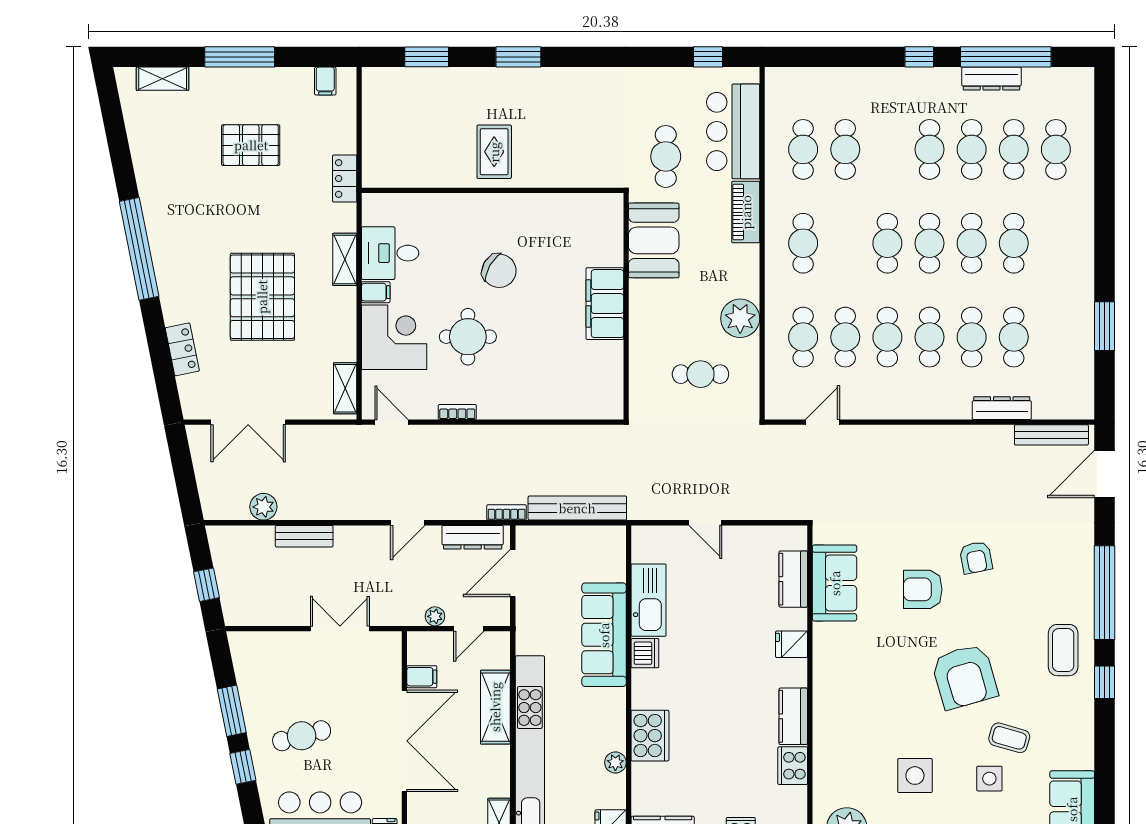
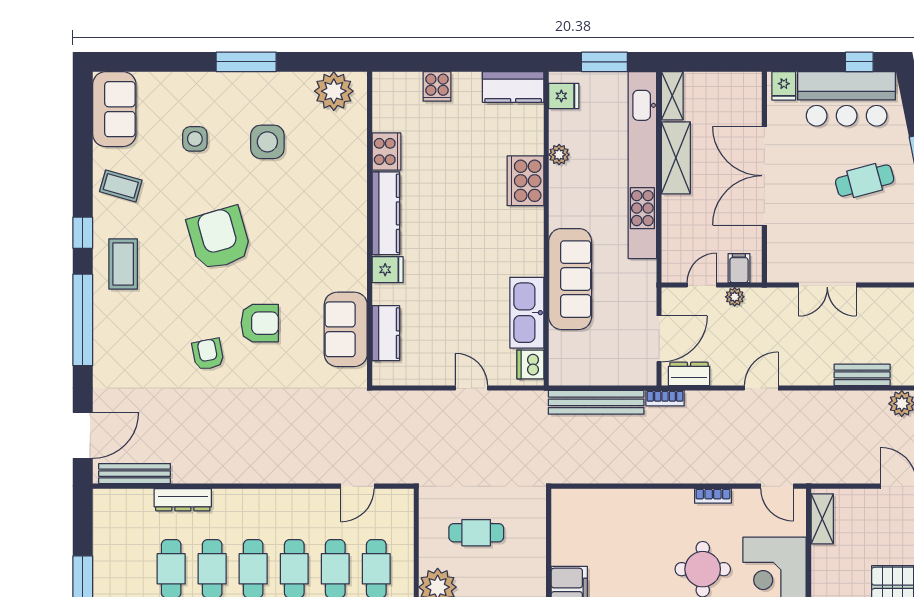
dresser: (473, 537) -> (689, 374), width x0.70
dishwasher: (645, 653) -> (530, 364), moved
filing cabinet: (422, 677) -> (739, 268), moved, turned 90
shelving: (495, 707) -> (676, 158), moved
kitchen counter: (793, 716) -> (386, 213), width x1.50
coffee table: (1009, 738) -> (121, 186), moved

